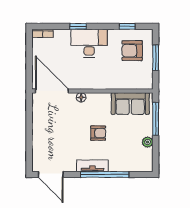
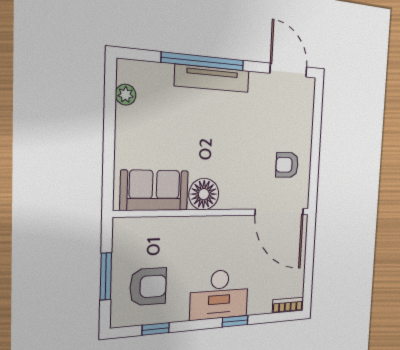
floor lamp: (81, 97) -> (204, 194), moved, width x1.89, depth x1.89
window: (156, 119) -> (109, 161), removed
armchair: (98, 133) -> (287, 165), moved
plant: (148, 142) -> (126, 95), moved
tv unit: (92, 166) -> (212, 78), width x1.41

